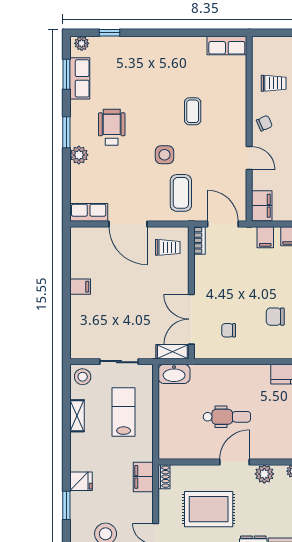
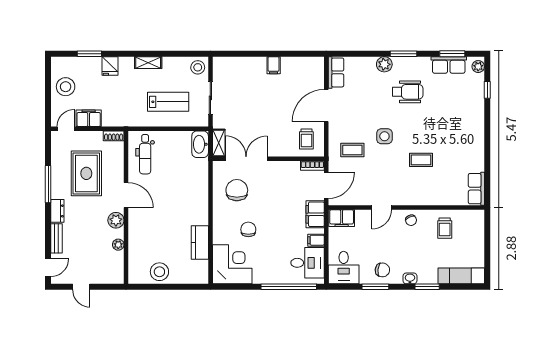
coffee table: (181, 193) -> (352, 150), width x0.73, depth x0.77
filing cabinet: (265, 237) -> (315, 214), width x2.00
chair: (229, 330) -> (237, 190), width x1.87, depth x1.87
shelving: (77, 416) -> (148, 63), moved
dental chair: (227, 417) -> (145, 154), moved
filing cabinet: (143, 477) -> (89, 118), moved

